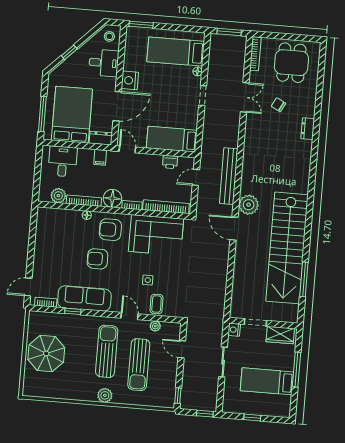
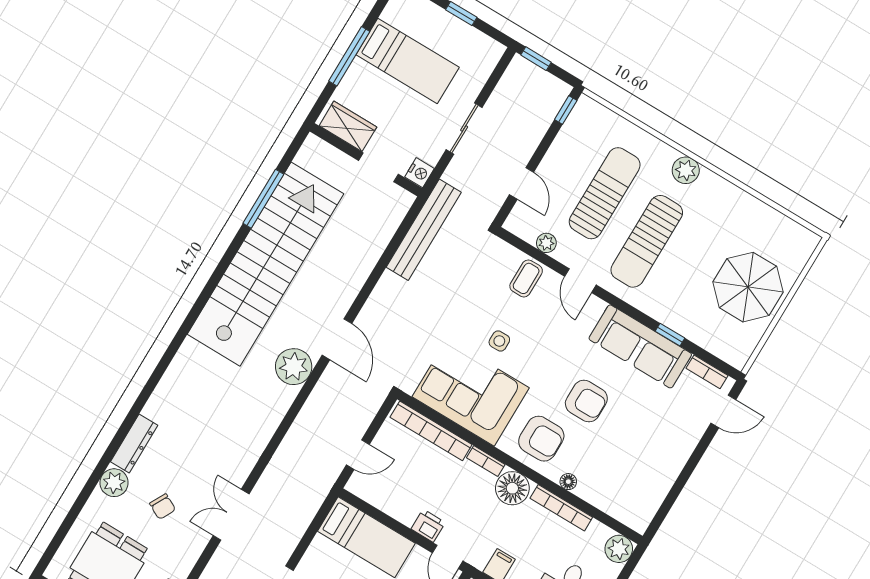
double door: (245, 97) -> (231, 515), moved
plant: (308, 105) -> (114, 483), added
dresser: (308, 129) -> (134, 444), width x1.44
printer: (170, 162) -> (428, 526), moved
bench: (229, 176) -> (424, 230), moved
plant: (58, 196) -> (619, 549), moved
side table: (148, 280) -> (499, 341), moved

